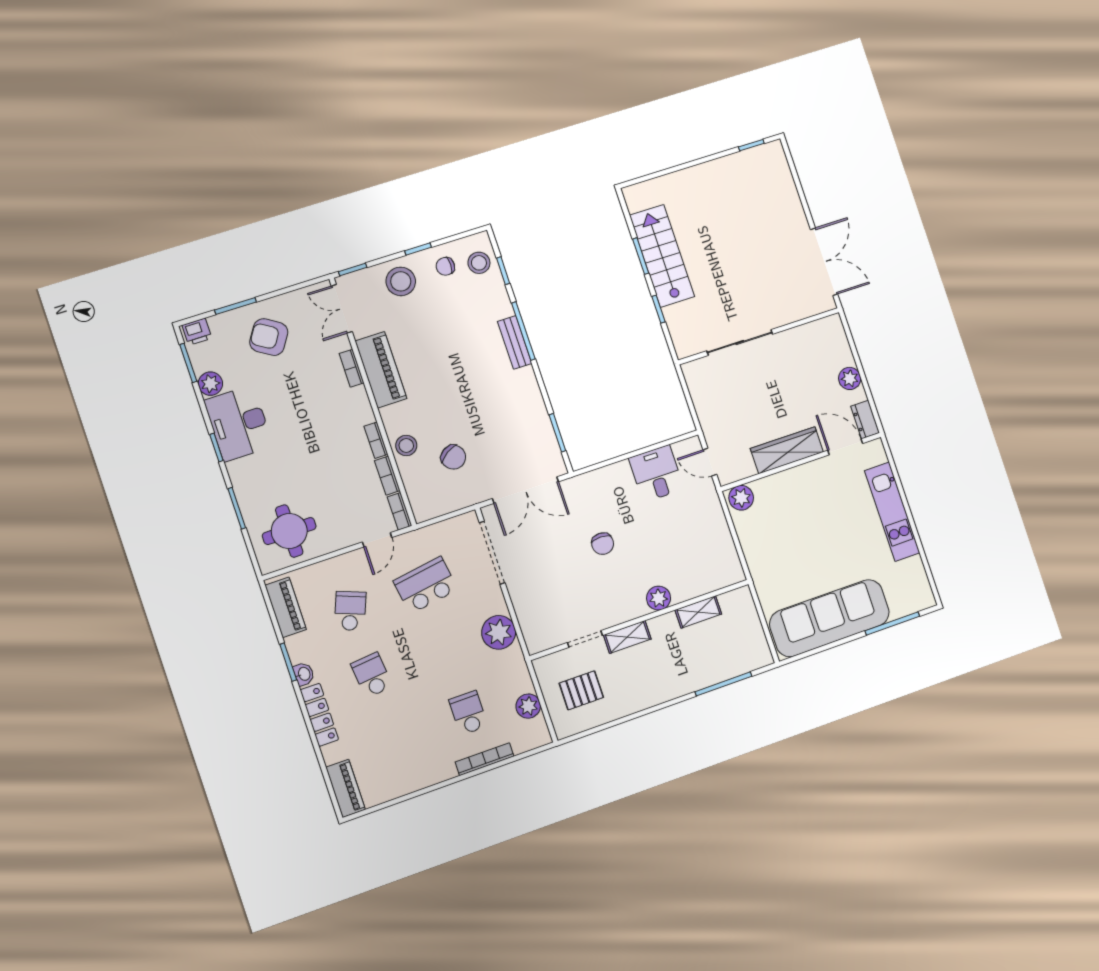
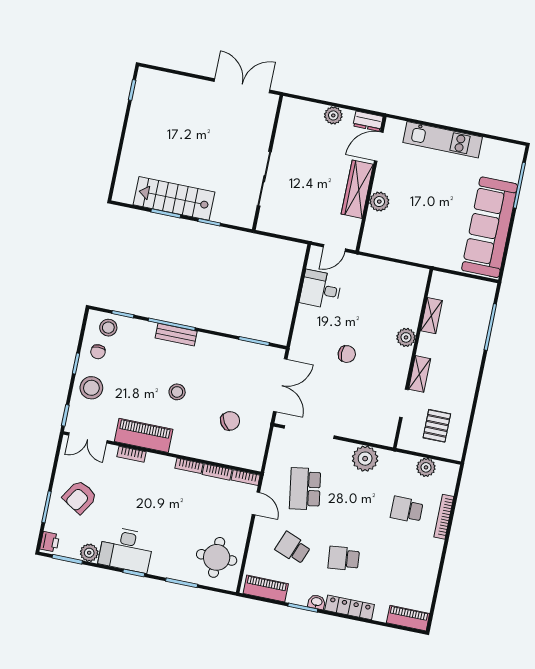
stool: (406, 445) -> (177, 392), moved
plant: (741, 498) -> (379, 202), moved

